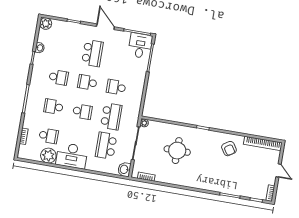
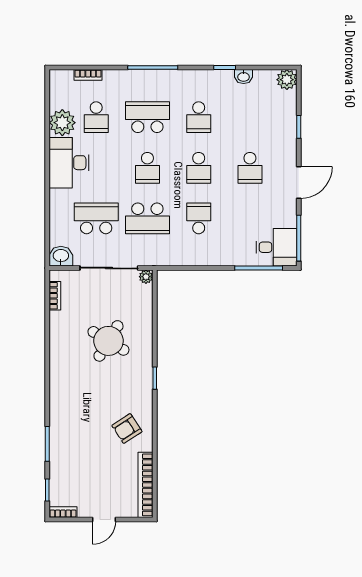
school desk: (92, 53) -> (250, 168), width x0.54
school desk: (87, 82) -> (199, 168), turned 180
school desk: (54, 107) -> (147, 117), width x1.85
round table: (177, 151) -> (108, 341), turned 31

